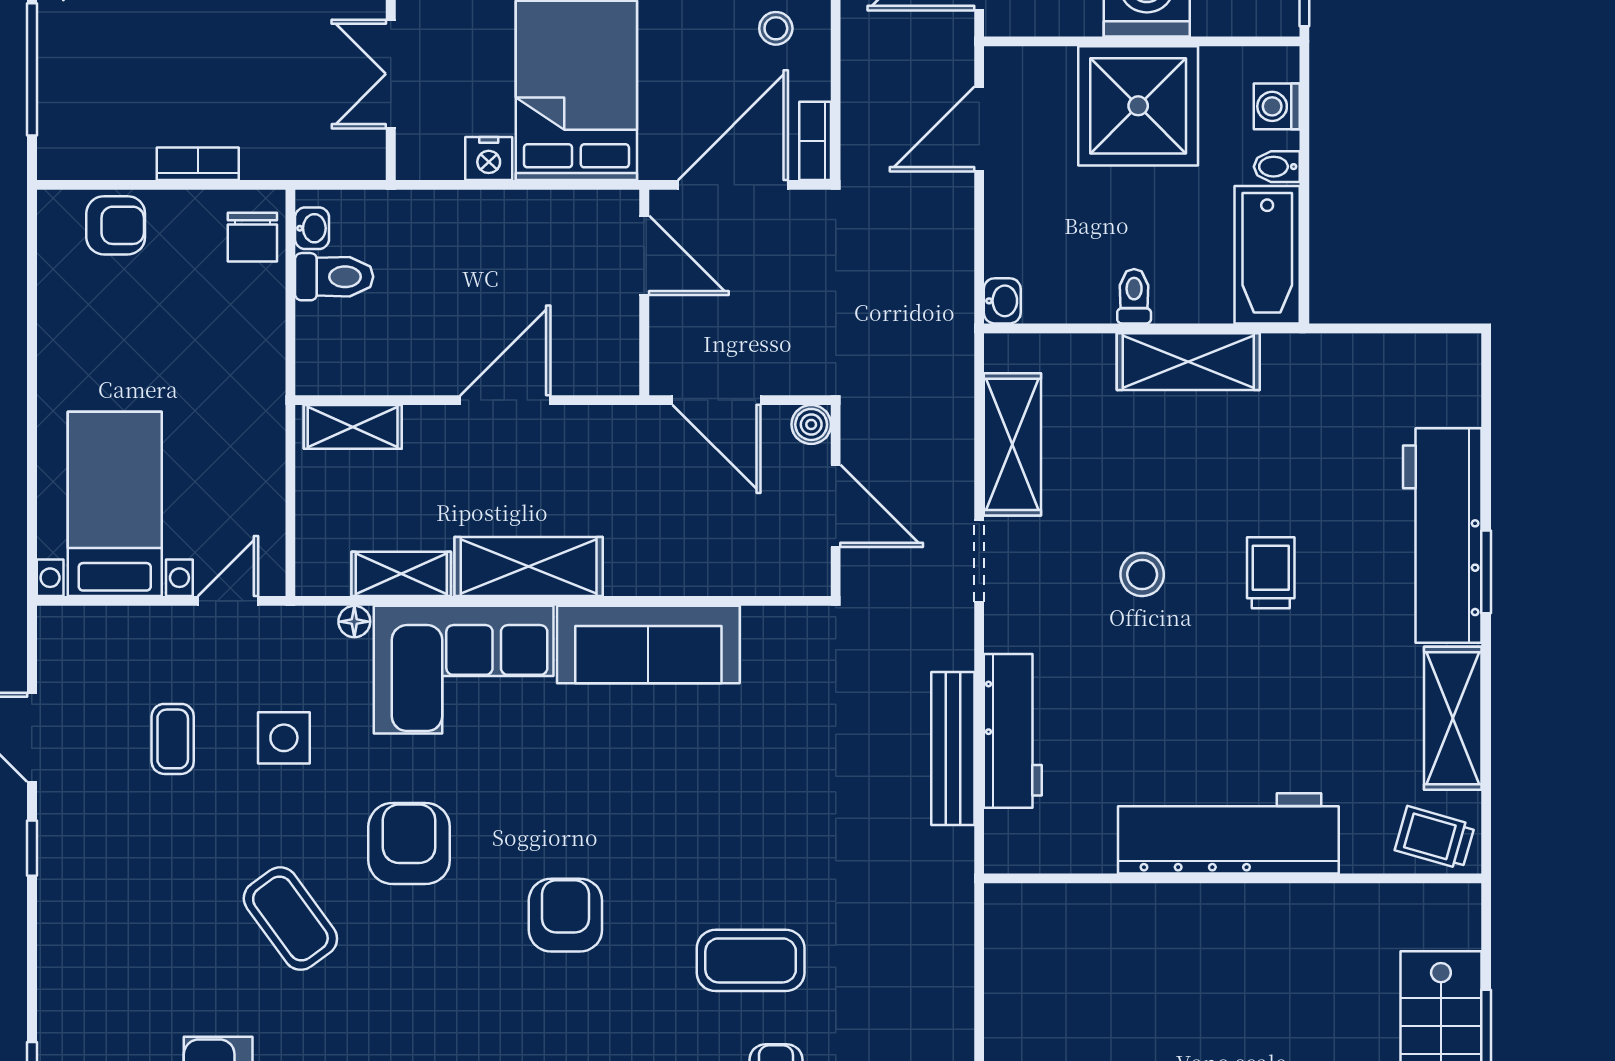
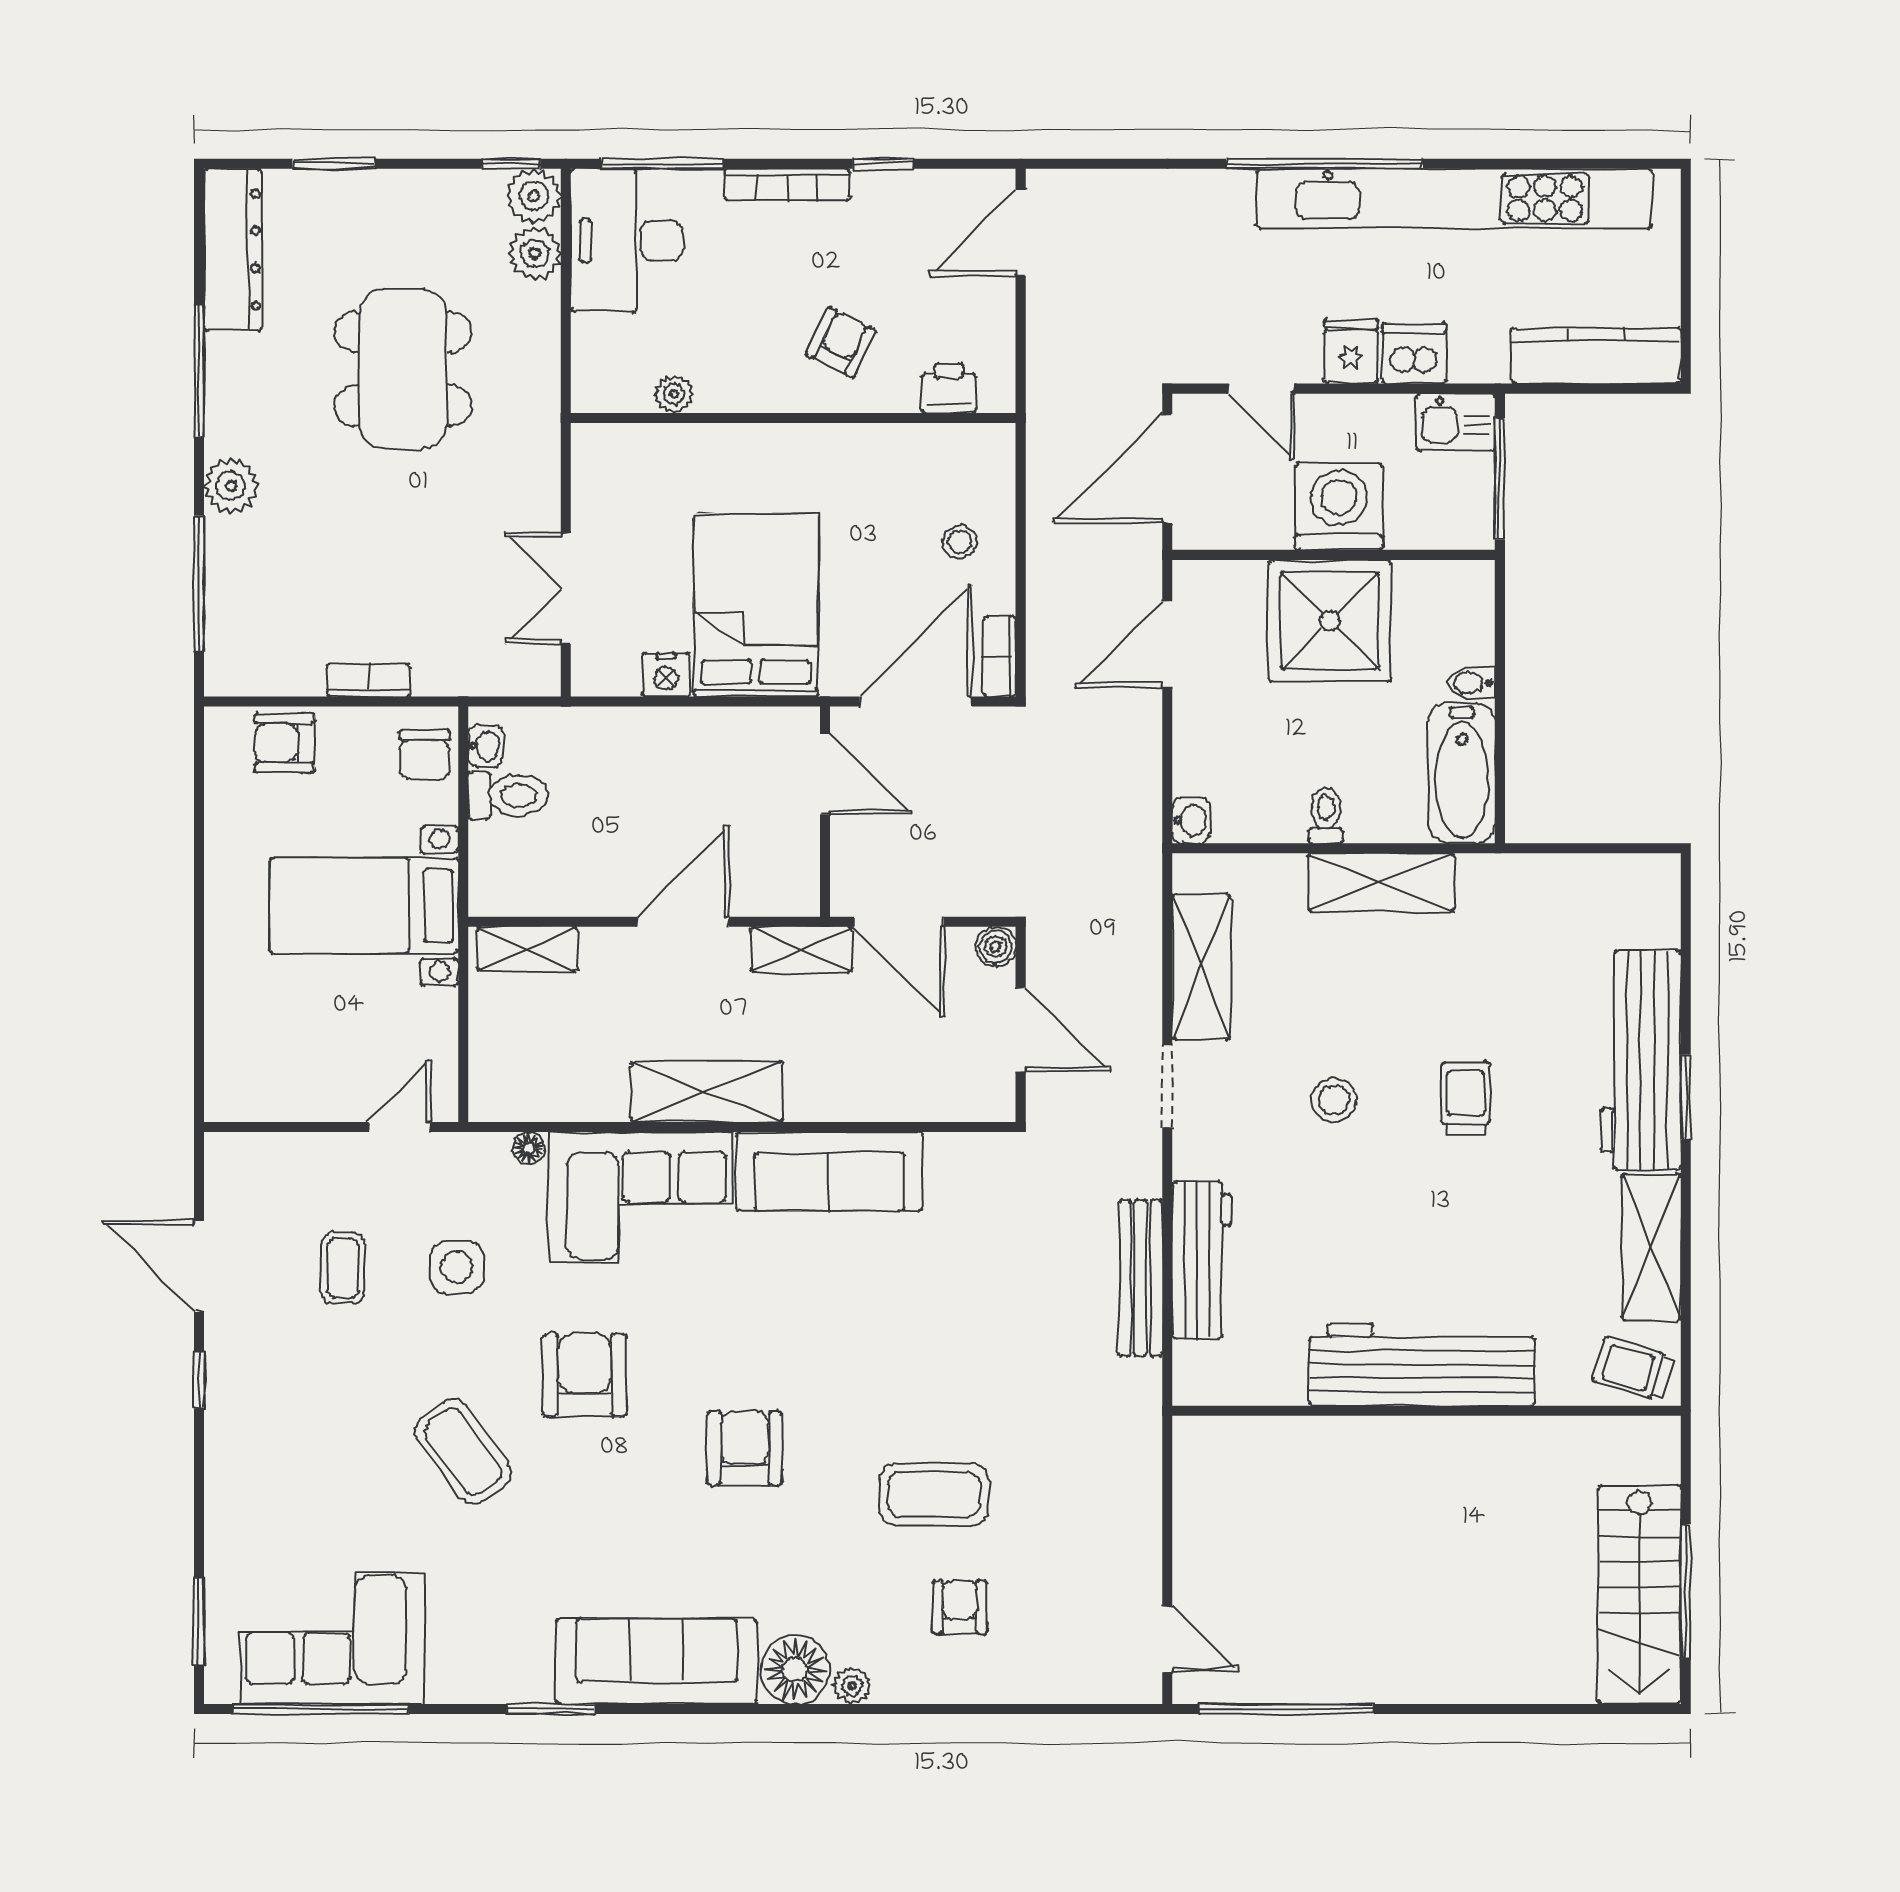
washing machine: (1277, 106) -> (1472, 621), removed
armchair: (116, 225) -> (285, 743), turned 180
bed with nightstands: (115, 504) -> (364, 906), moved, turned -90
shelving: (401, 574) -> (801, 949), moved

